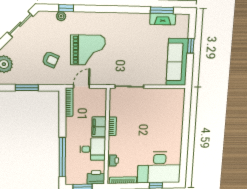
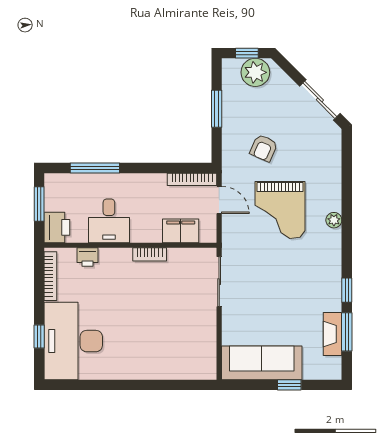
window: (66, 8) -> (347, 290), moved
plant: (61, 16) -> (334, 220), moved
filing cabinet: (99, 127) -> (181, 231), moved
window: (62, 157) -> (95, 168), width x0.68

